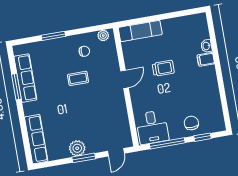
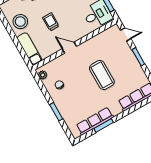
stool: (177, 32) -> (20, 22), added
coffee table: (78, 78) -> (102, 75), moved, width x1.86, depth x1.72
plant: (77, 148) -> (133, 64), removed

